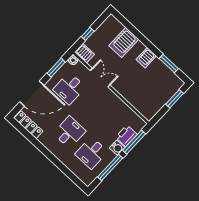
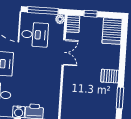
server rack: (124, 42) -> (112, 31), moved, turned -90
window: (56, 68) -> (43, 10), width x1.44
desk: (69, 88) -> (35, 35), turned 180

